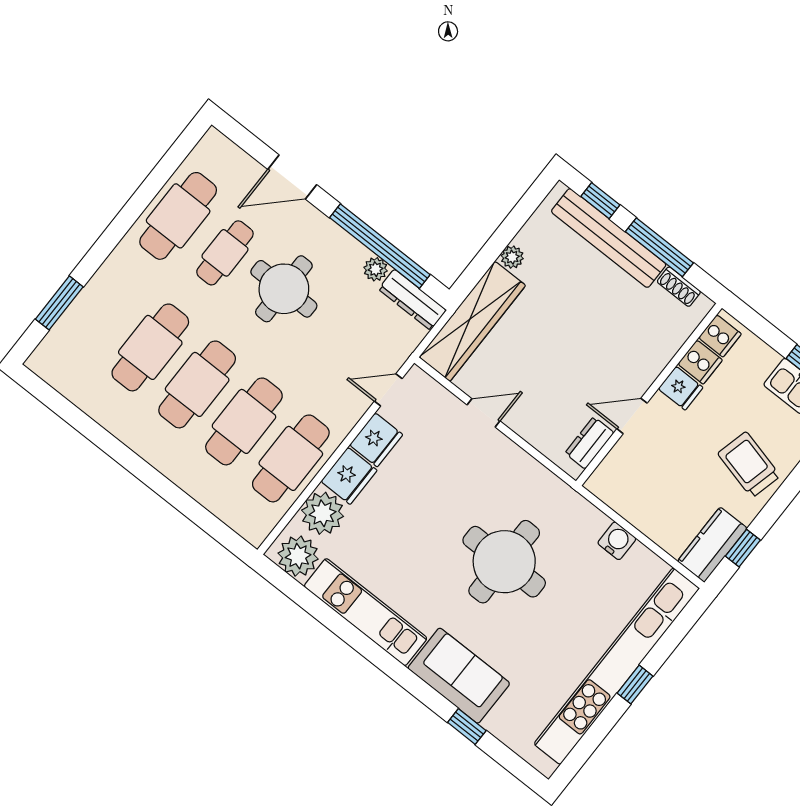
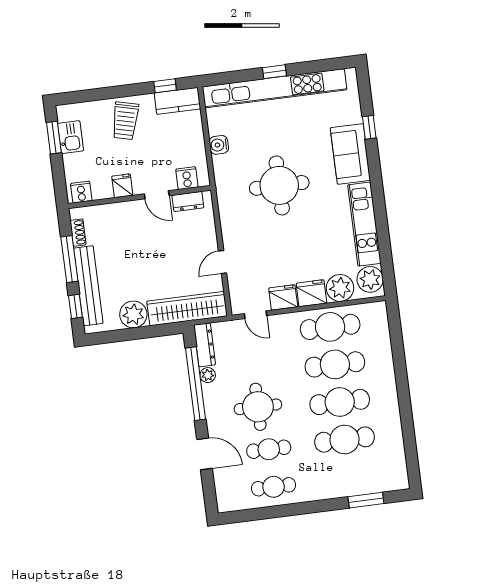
cafe table: (178, 216) -> (274, 487), width x0.73, depth x0.74
plant: (512, 257) -> (133, 314), width x1.87, depth x1.87
cooker: (700, 362) -> (187, 178), moved
door: (484, 413) -> (223, 262), hinge flipped

